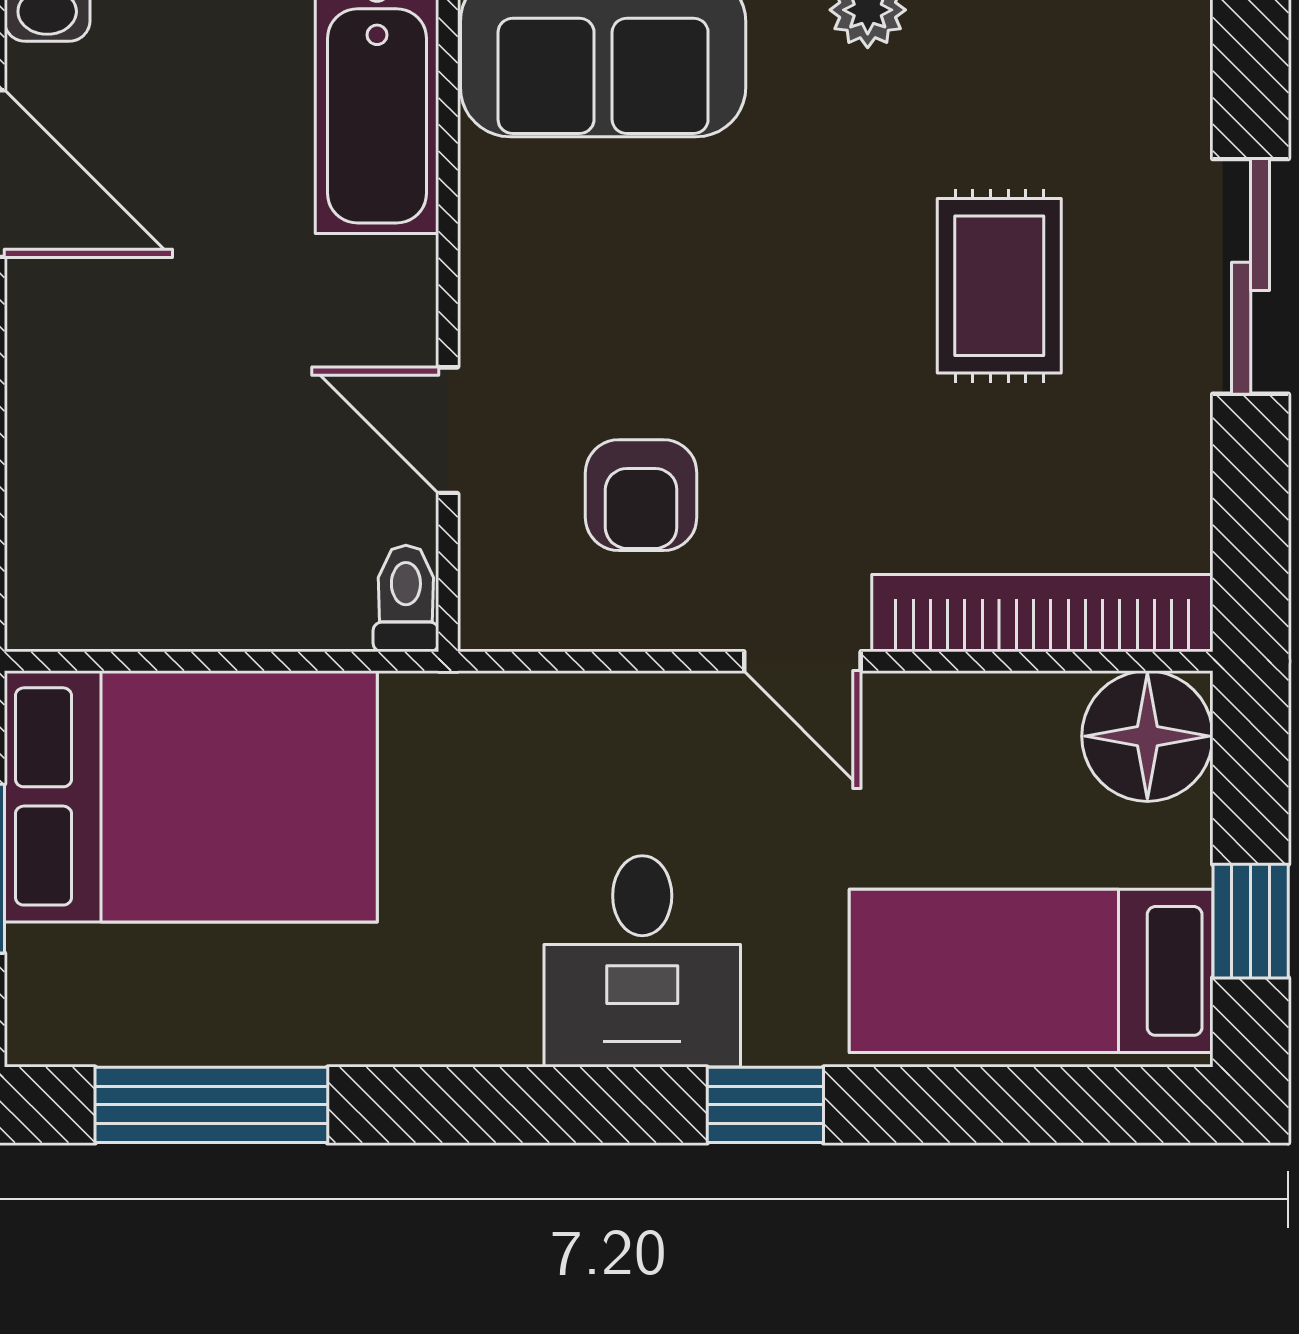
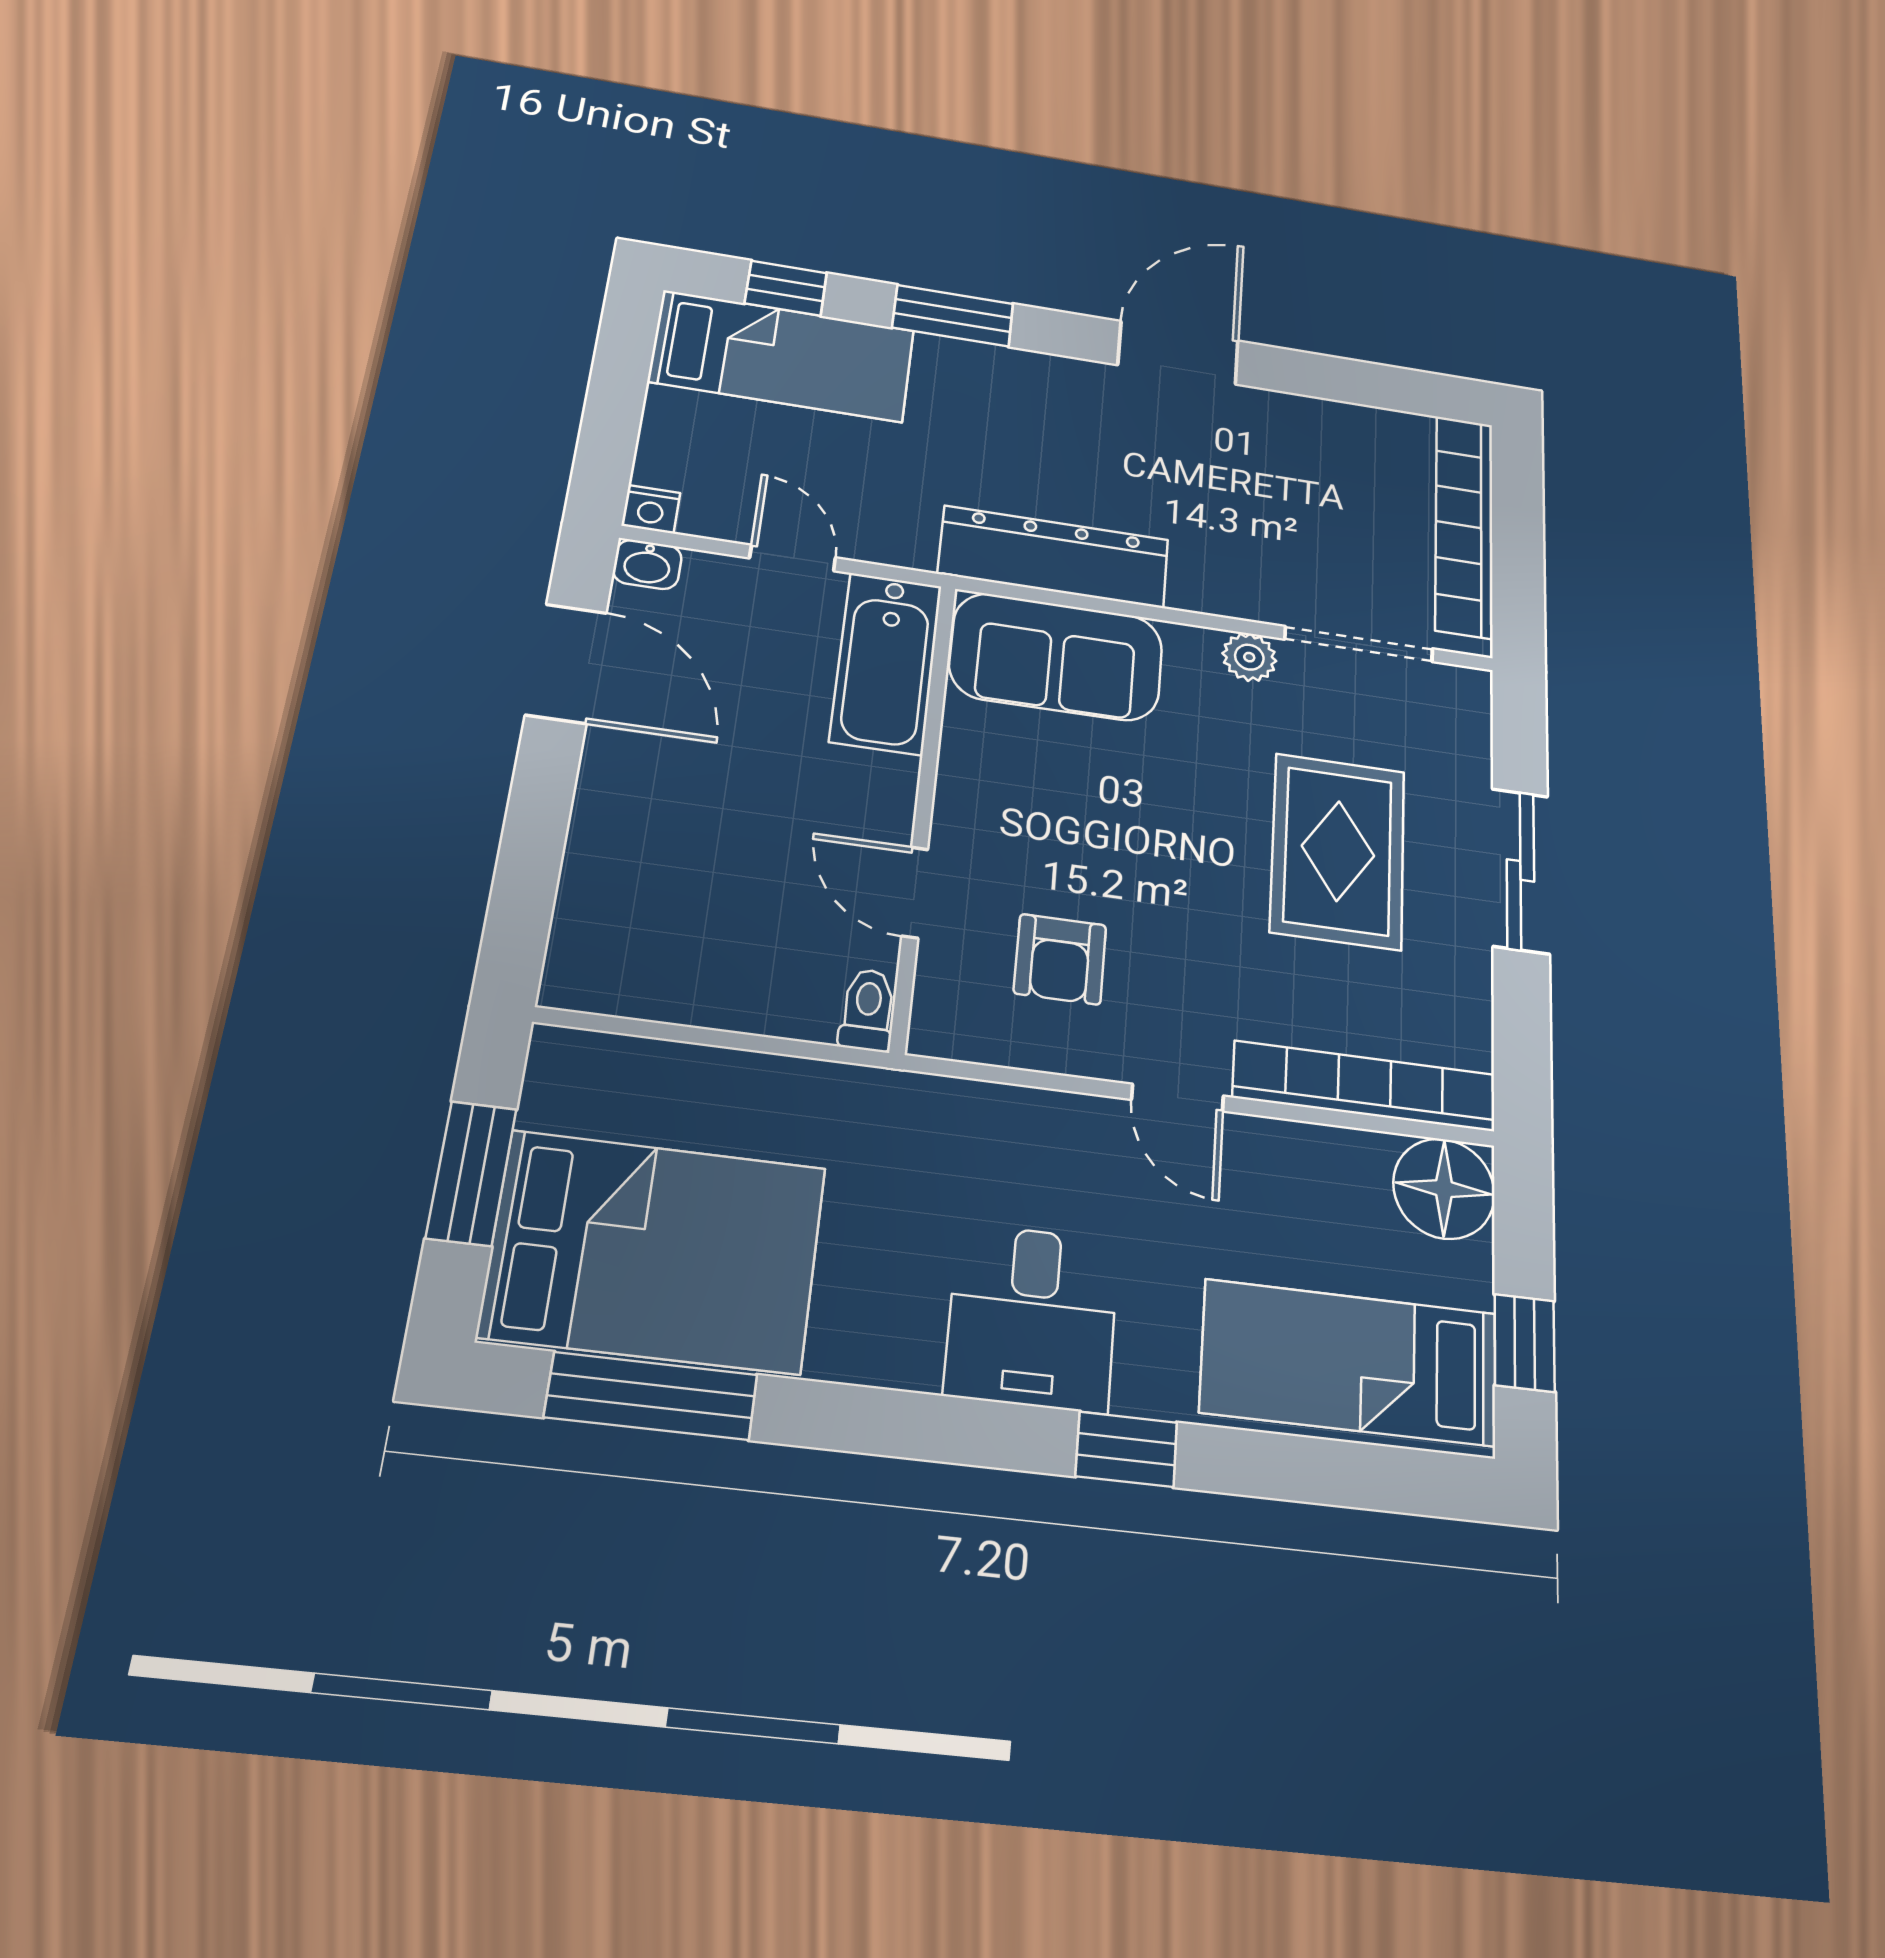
rug: (999, 286) -> (1338, 851), width x1.36, depth x1.43
bed: (191, 796) -> (655, 1251), moved

